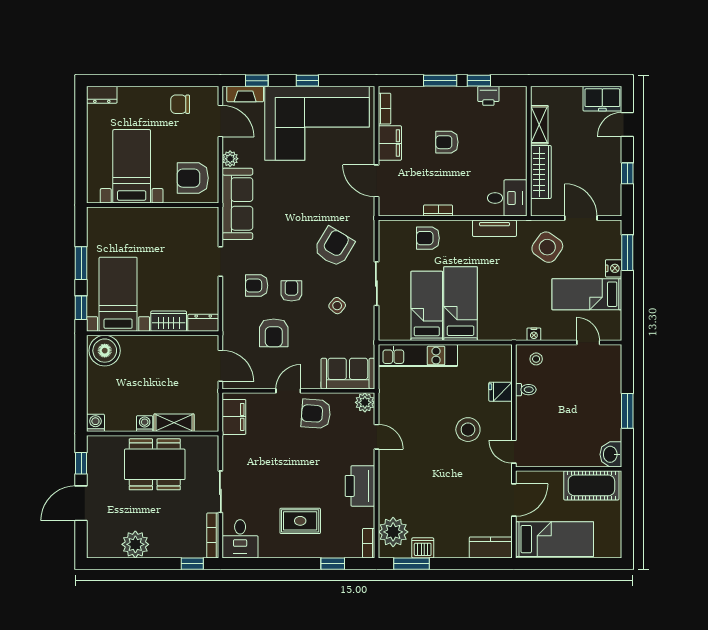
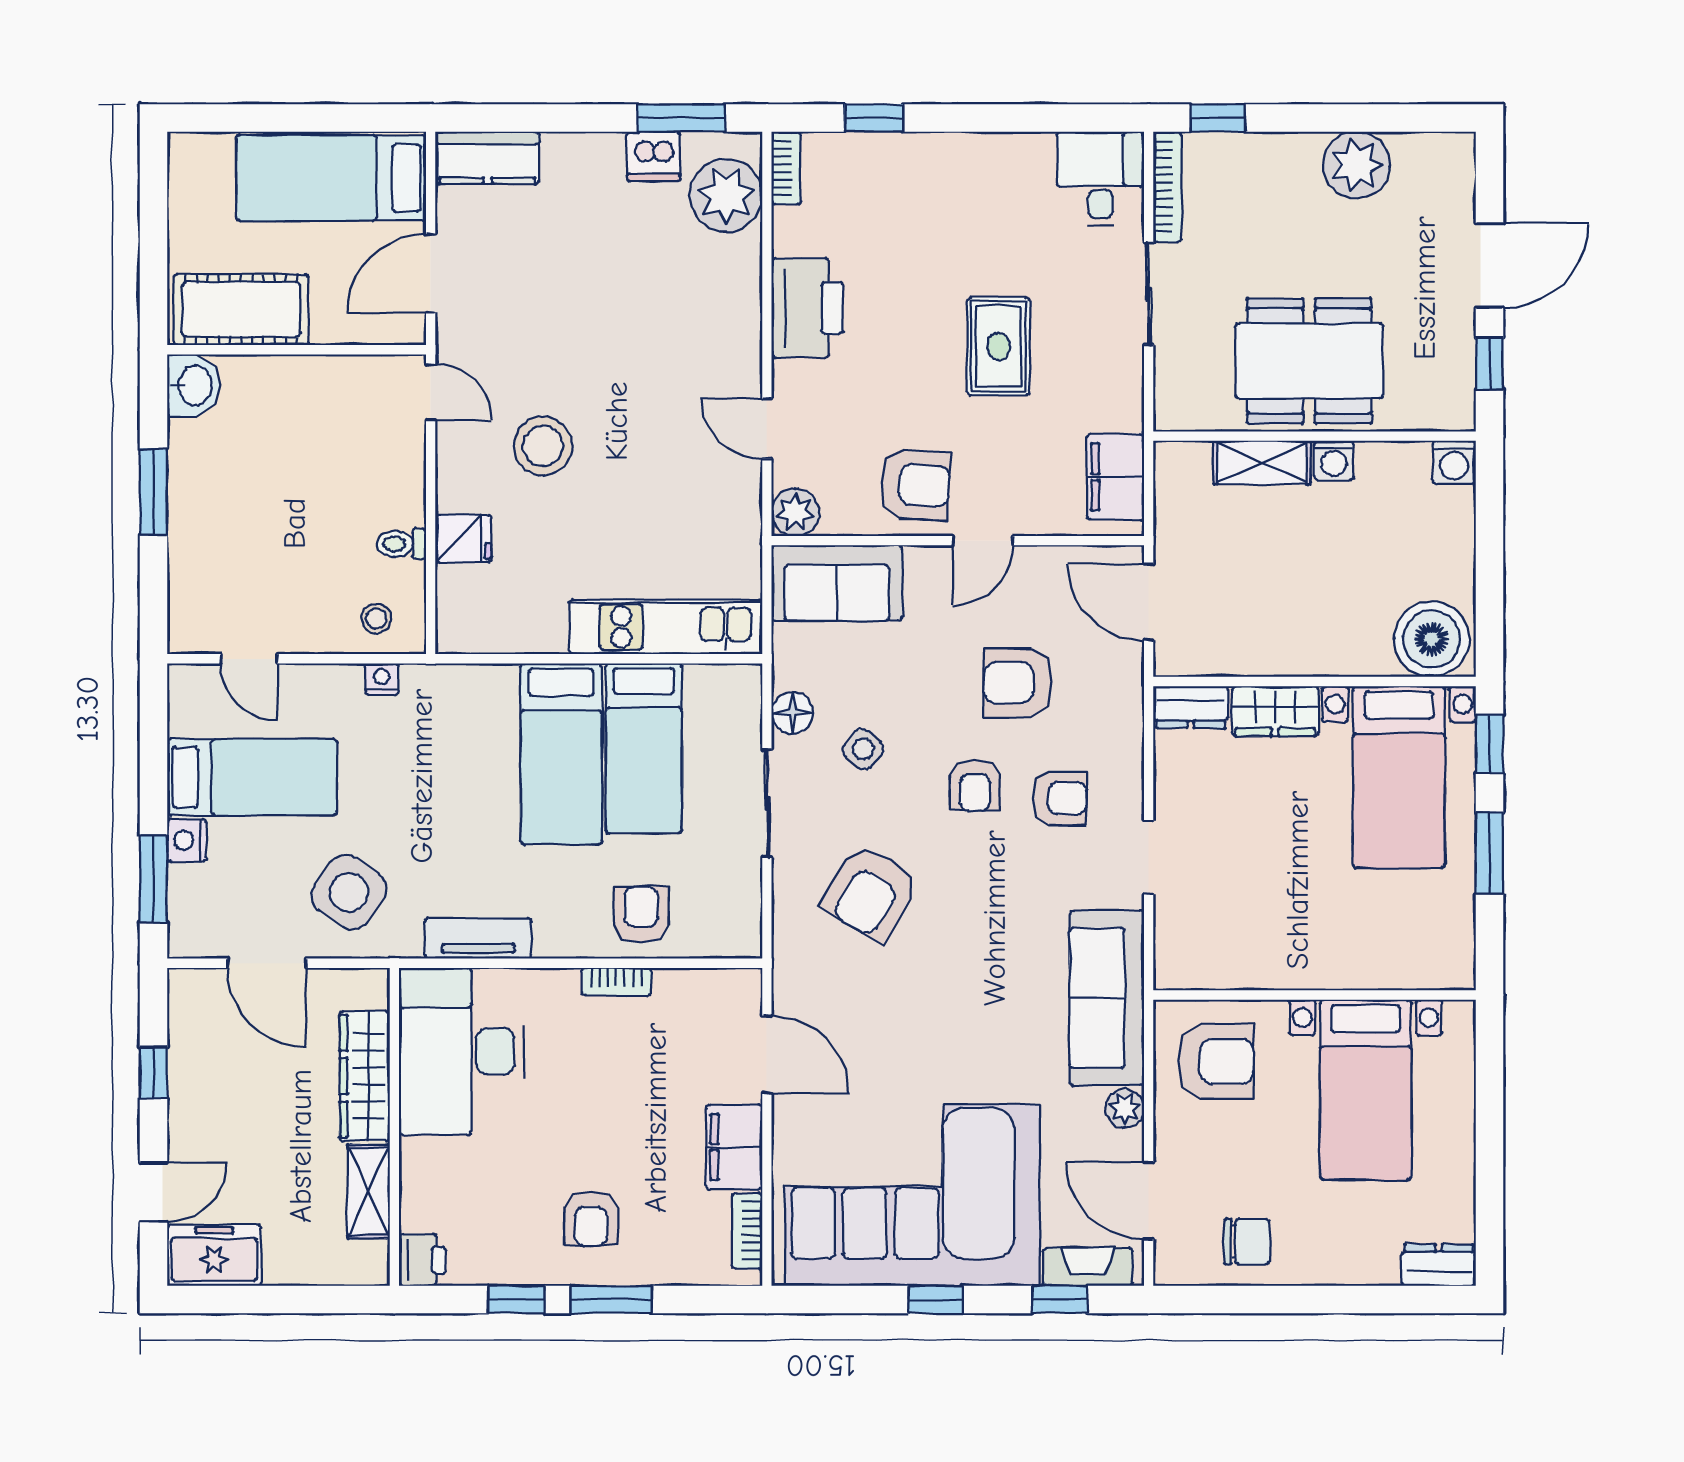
printer: (488, 96) -> (422, 1260), moved, turned 90
armchair: (447, 142) -> (591, 1219), moved, turned 90
desk: (507, 198) -> (461, 1051), width x1.87, depth x1.30
armchair: (428, 238) -> (641, 914), turned -90
floor lamp: (366, 321) -> (792, 713), added
armchair: (274, 333) -> (1018, 683), turned -90
rug: (300, 521) -> (998, 346), moved, turned 90

